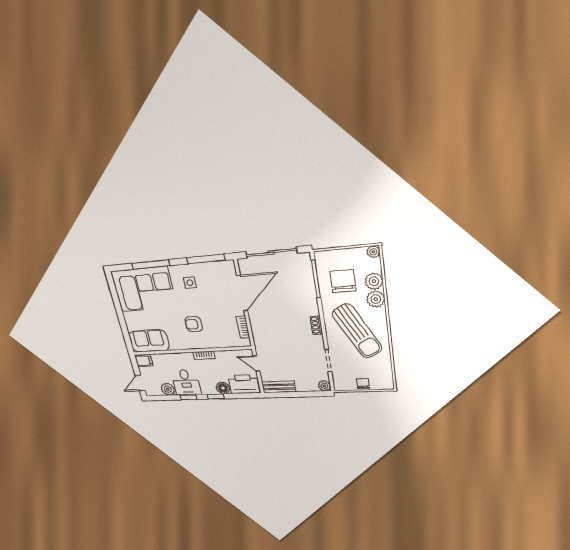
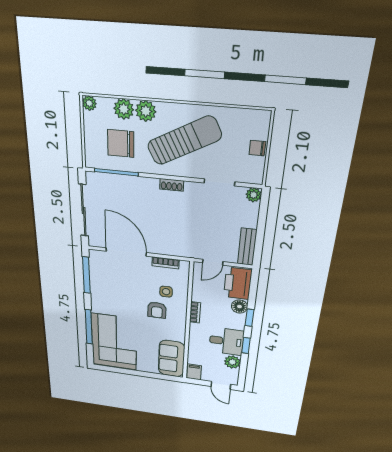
side table: (190, 283) -> (166, 292), moved

